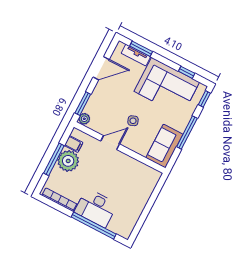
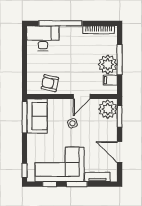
window: (141, 49) -> (77, 184), moved
door: (101, 68) -> (120, 152), hinge flipped
plant: (84, 119) -> (108, 109), width x1.87, depth x1.87
window: (187, 132) -> (25, 117), moved
armchair: (135, 172) -> (50, 83), added
desk: (96, 208) -> (43, 38), moved

